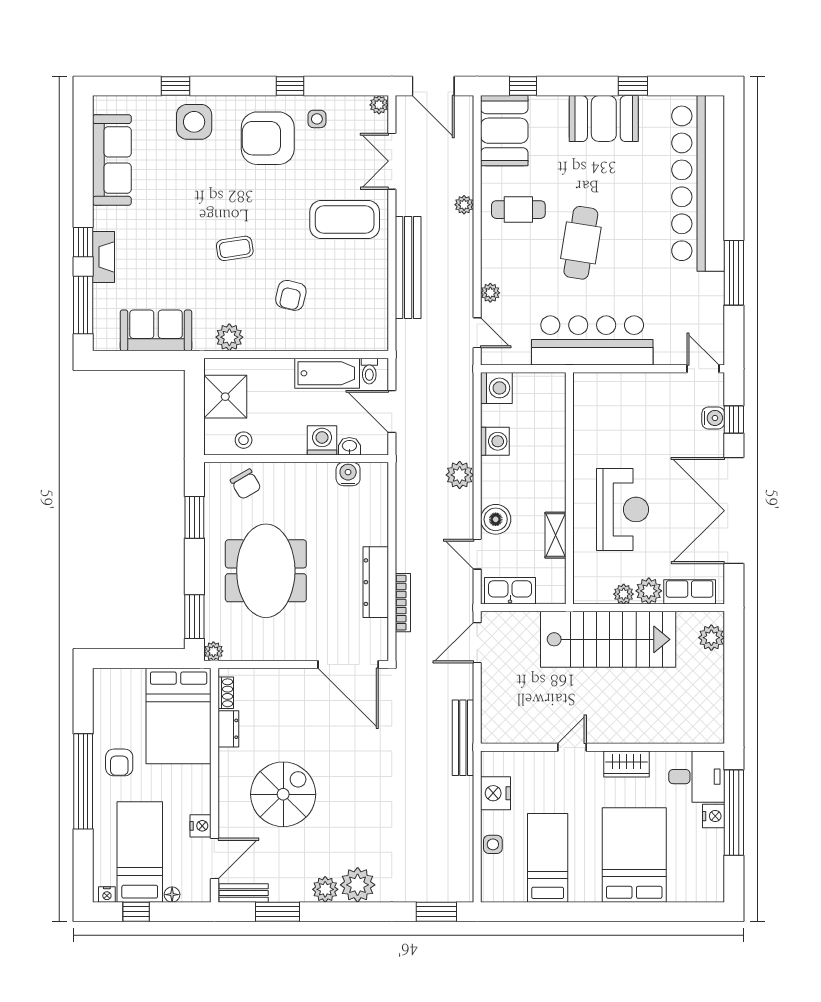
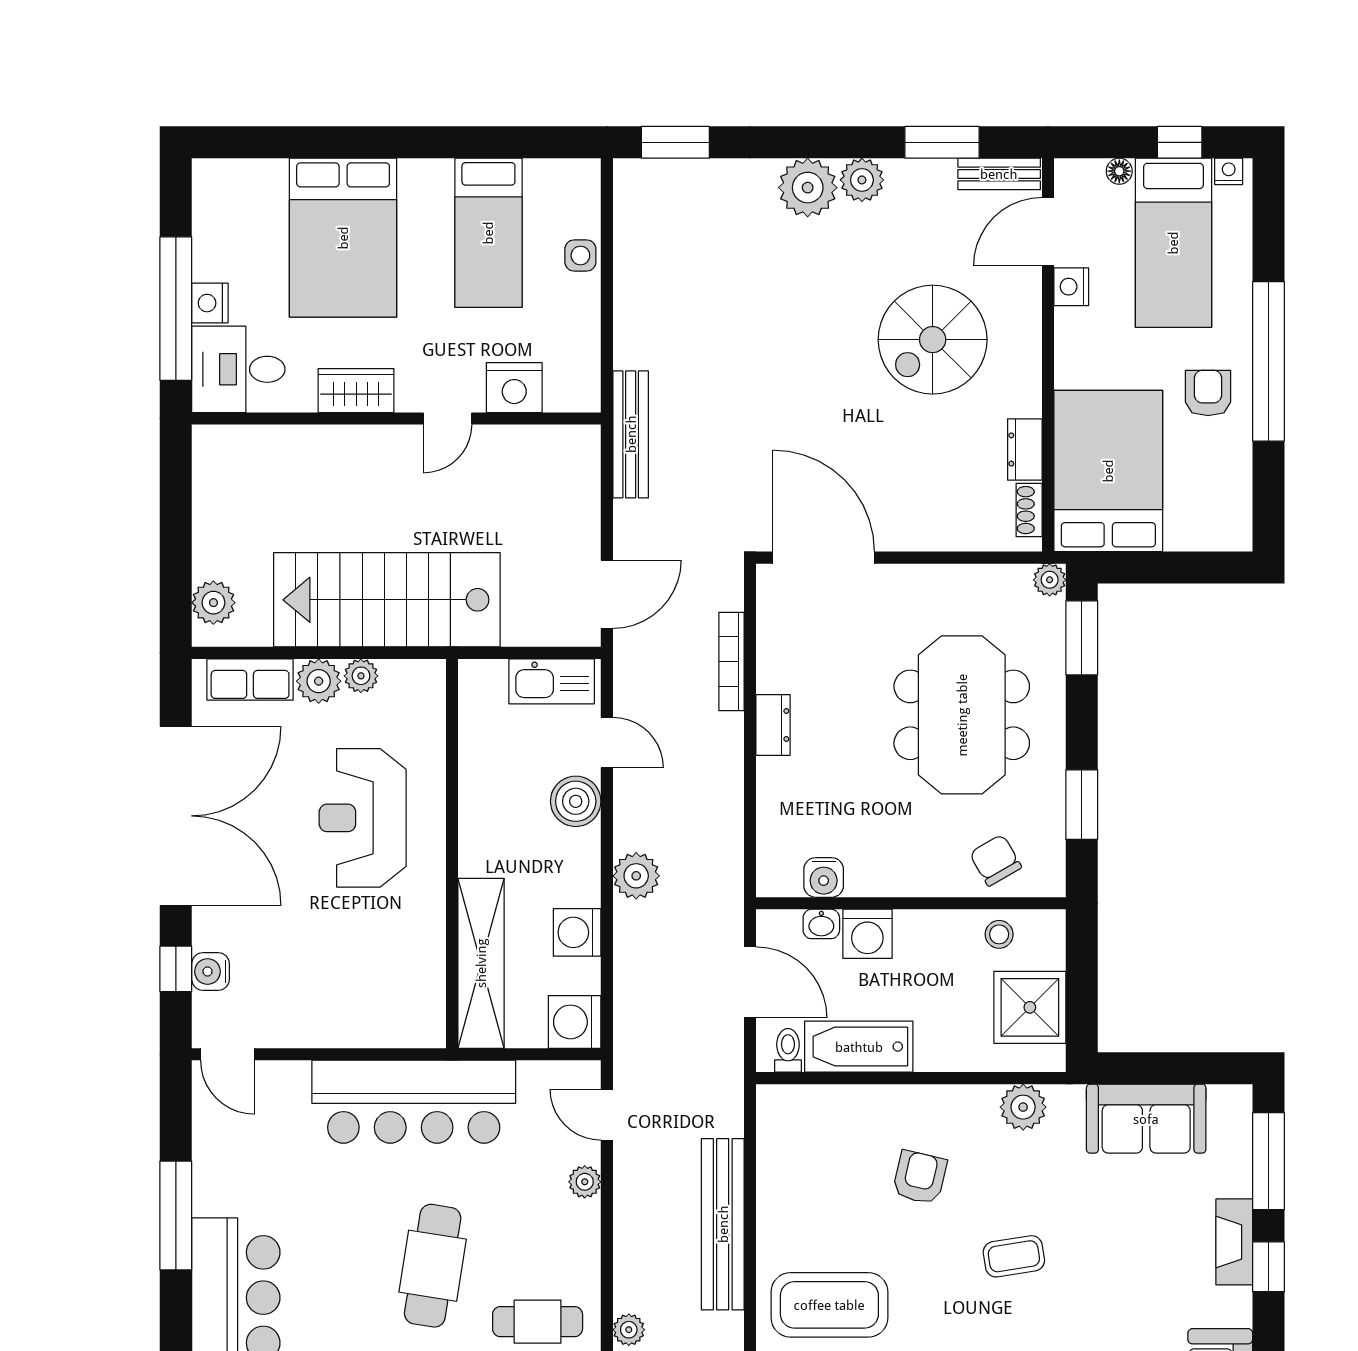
shelving: (555, 535) -> (481, 963), moved, width x2.20, depth x1.33
dresser: (376, 582) -> (773, 725), width x0.51, depth x0.80
nightstand: (496, 793) -> (514, 388), moved, turned 90

